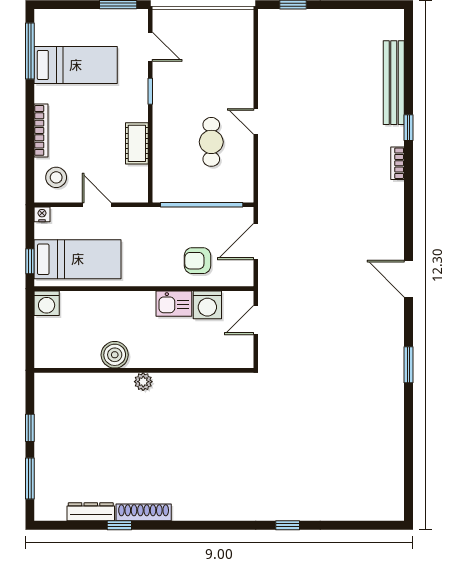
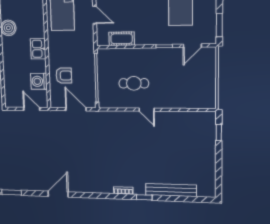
door: (256, 121) -> (147, 110), swing flipped
cot: (137, 143) -> (122, 39), moved
door: (97, 205) -> (95, 15), hinge flipped
armchair: (198, 261) -> (64, 76), turned 90
kitchen sink: (174, 304) -> (38, 49), moved

